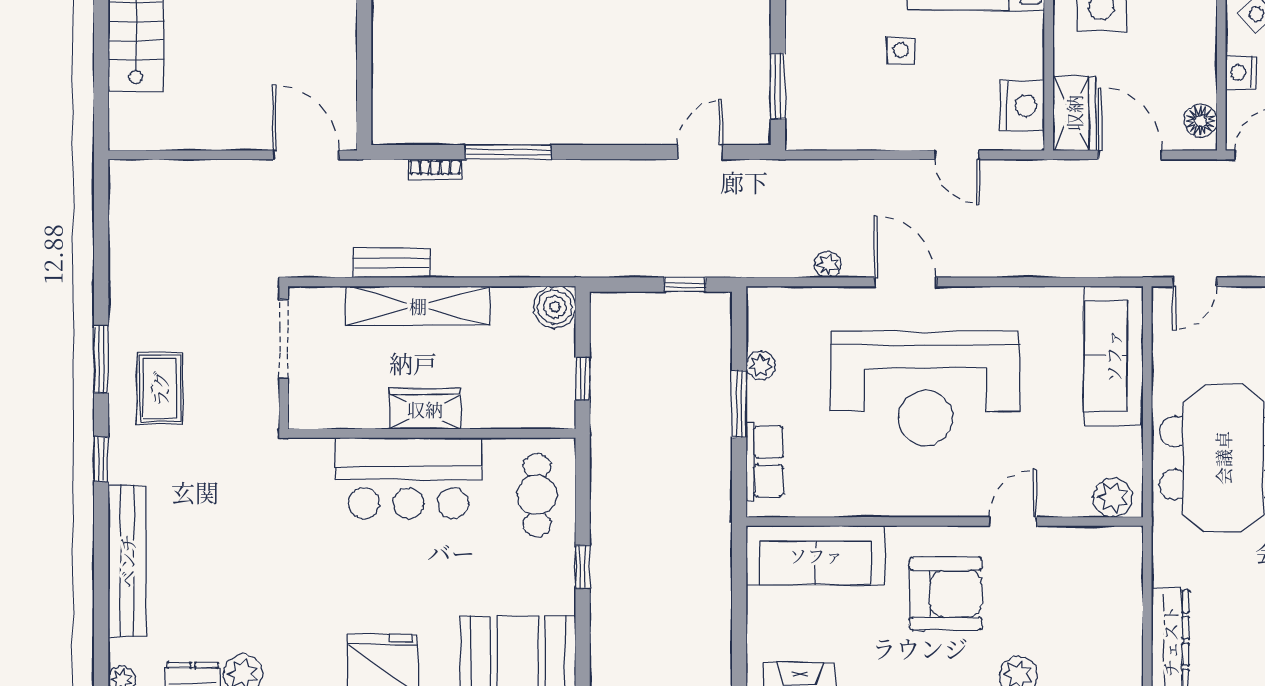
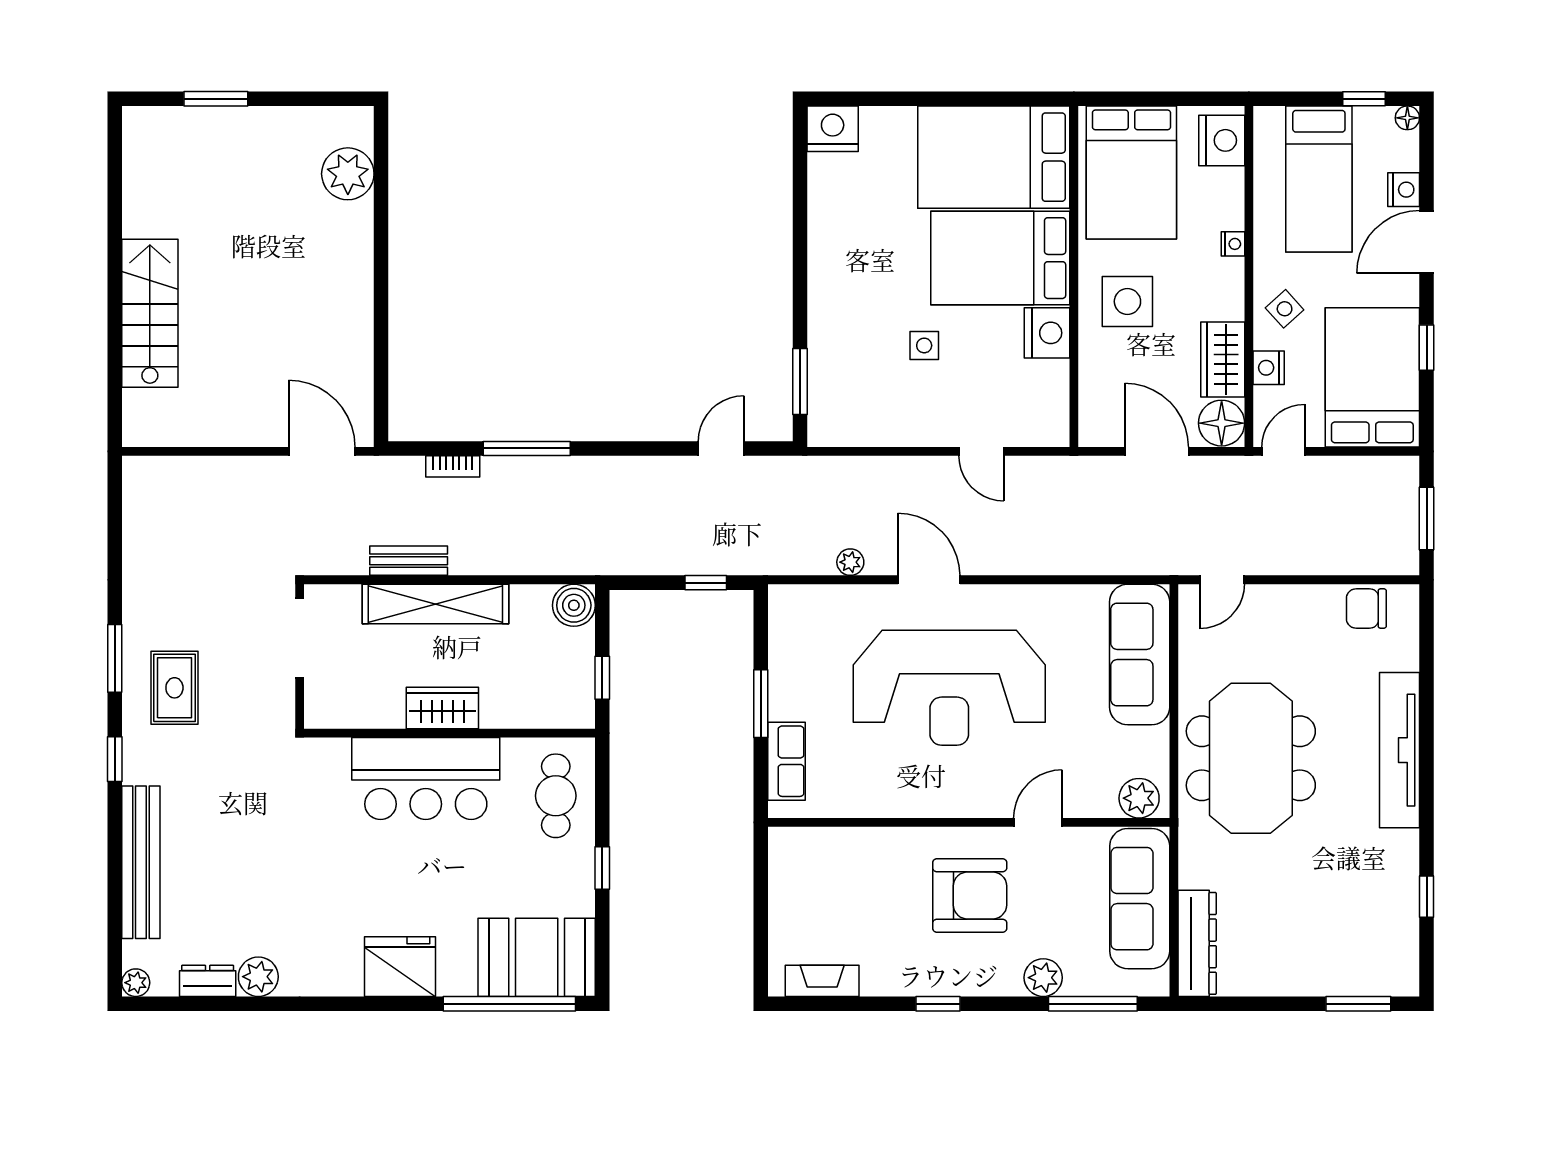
nightstand: (1022, 106) -> (1047, 333), moved
wardrobe: (1074, 113) -> (1223, 360), moved, turned 180
floor lamp: (1201, 121) -> (1222, 423), width x1.38, depth x1.38
plant: (761, 365) -> (782, 664), removed
sofa: (816, 555) -> (1140, 899), moved, turned 90

